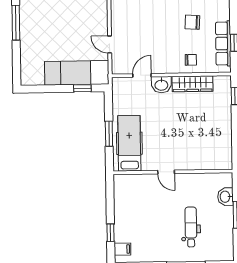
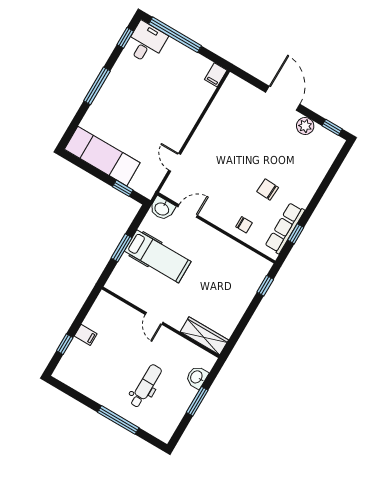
exam couch: (77, 73) -> (102, 156), moved
wardrobe: (193, 84) -> (204, 336), moved, turned 180
washbasin: (161, 85) -> (162, 209), moved
hospital bed: (129, 143) -> (158, 256), moved, turned 90
filing cabinet: (122, 249) -> (86, 335), moved

